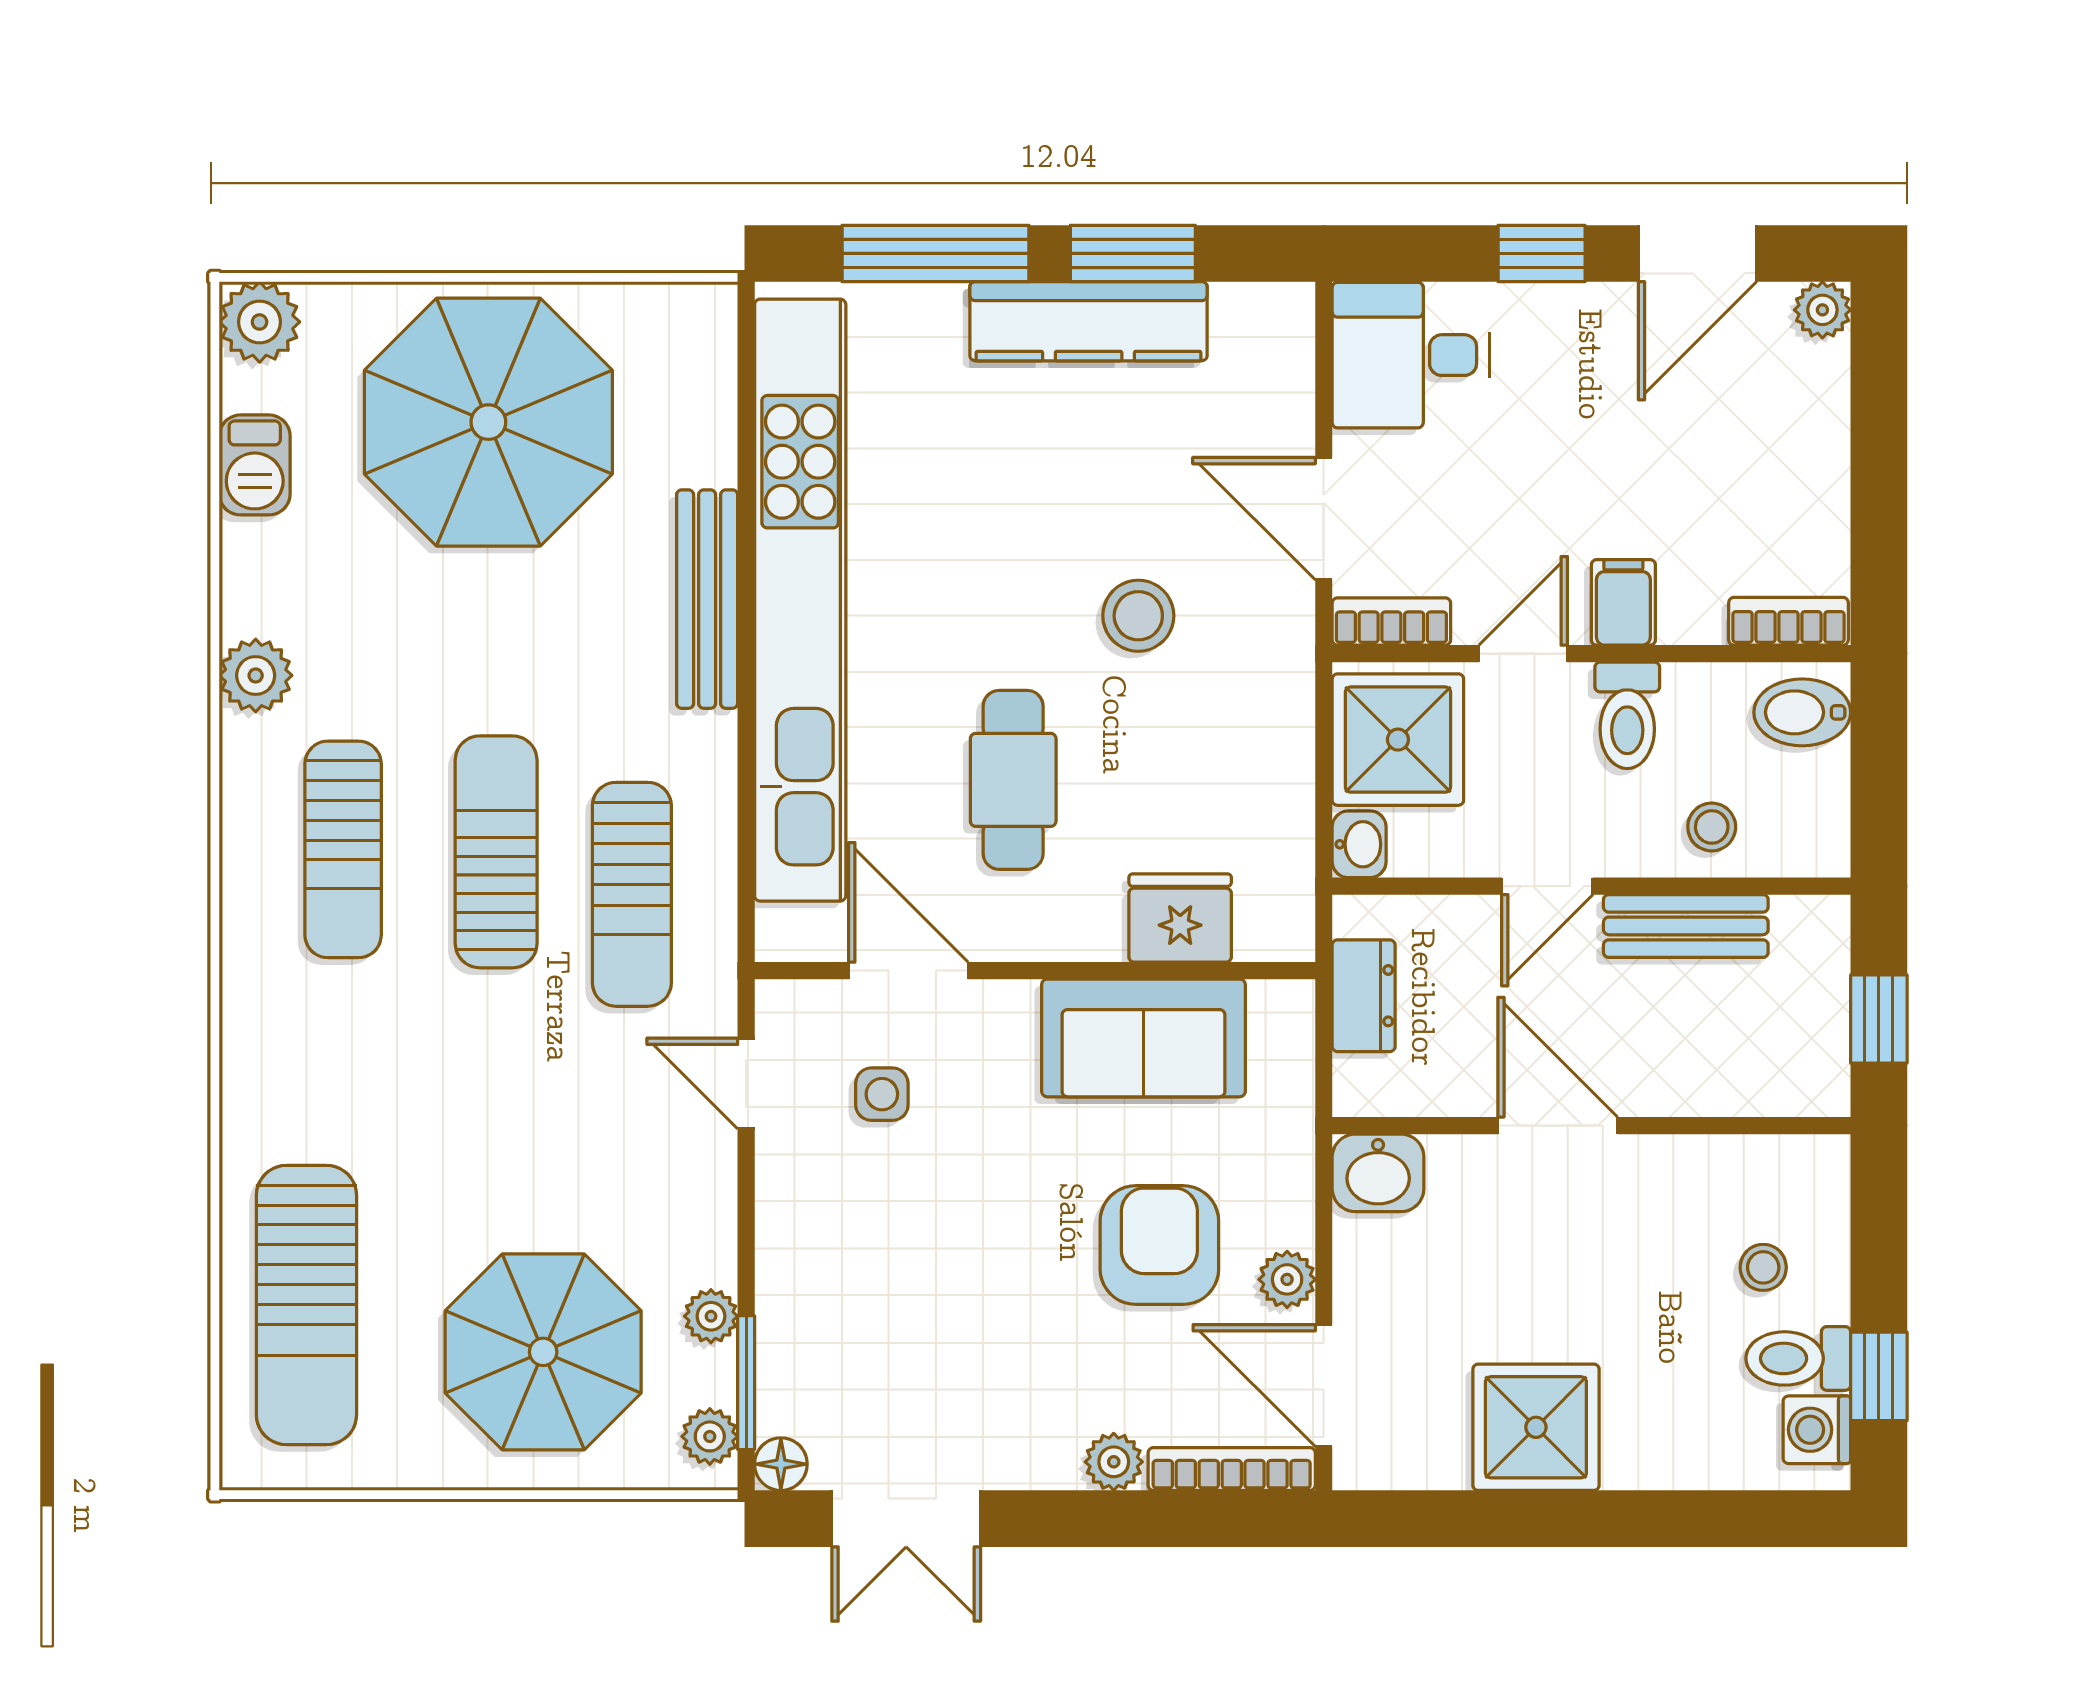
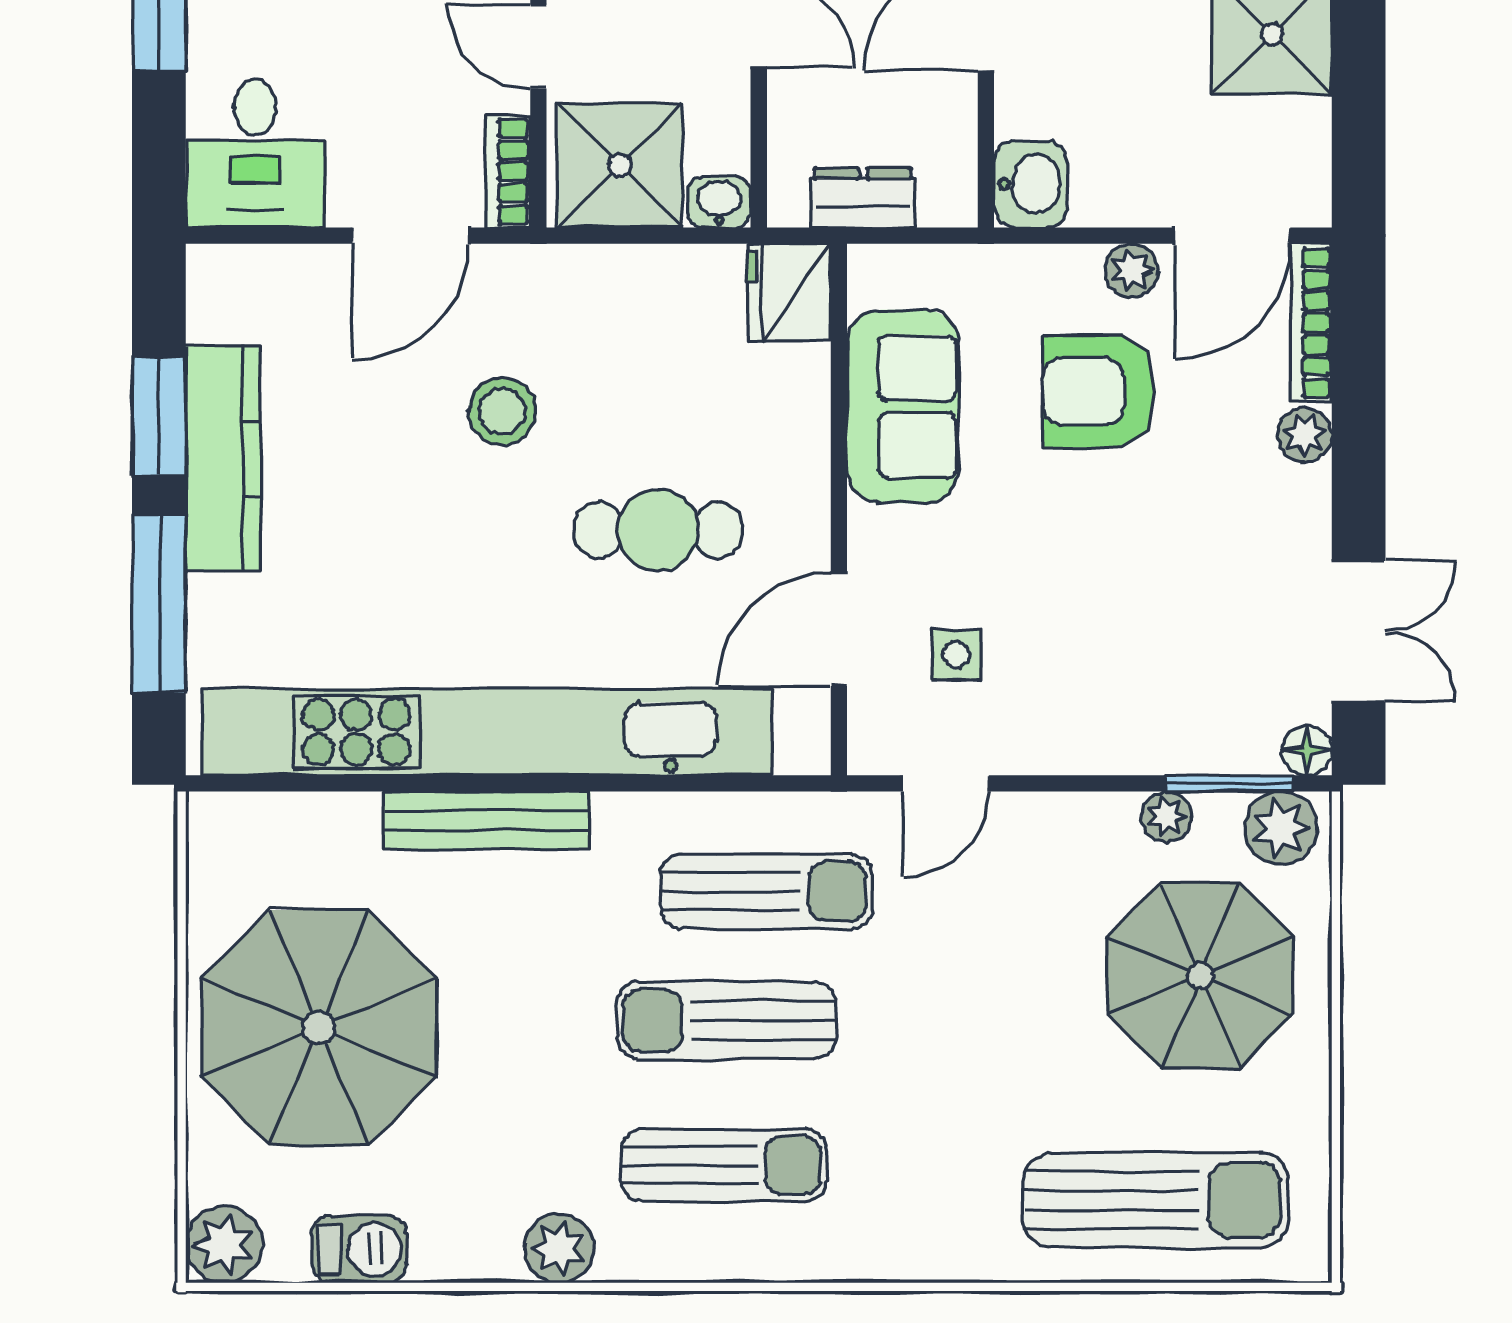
fridge: (1180, 918) -> (789, 292), moved
plant: (710, 1436) -> (1281, 828), width x1.38, depth x1.38

